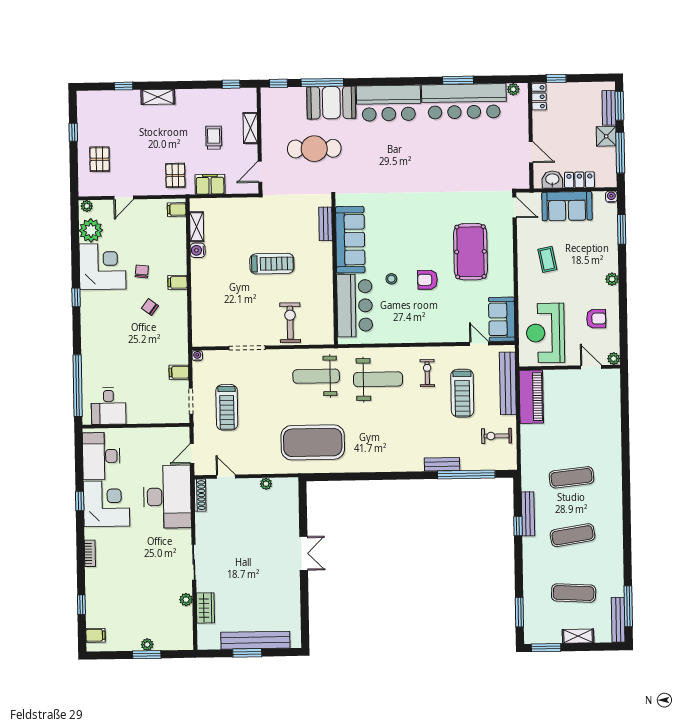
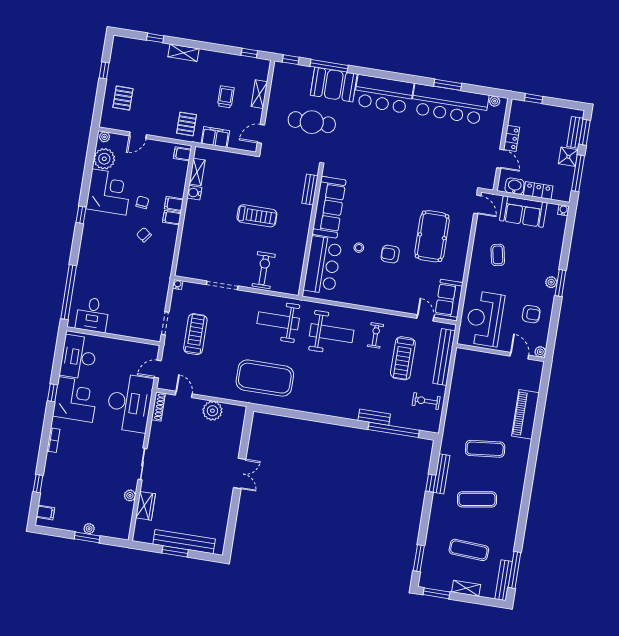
locker: (539, 97) -> (512, 138), moved
window: (622, 229) -> (560, 283), moved
filing cabinet: (179, 372) -> (174, 204), moved
piano: (531, 397) -> (525, 414), moved, turned 180
treadmill: (227, 407) -> (195, 334), turned 180
plant: (266, 484) -> (212, 411), width x1.88, depth x1.88

